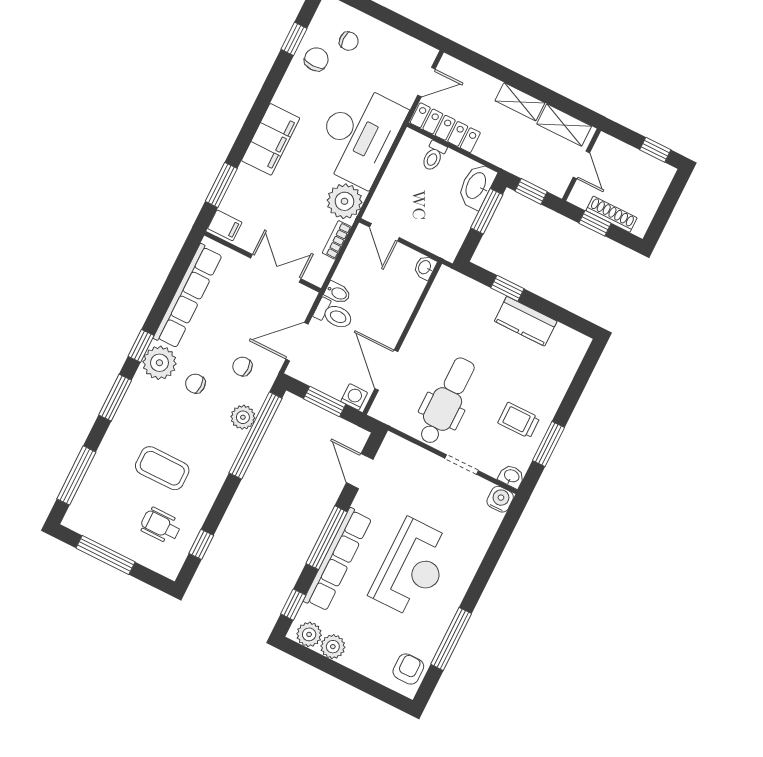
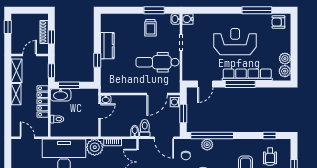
locker: (445, 128) -> (43, 101), moved
door: (384, 232) -> (99, 111), moved
window: (293, 605) -> (275, 84), removed

